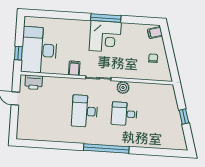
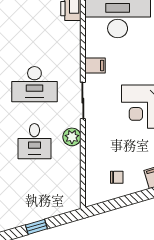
desk: (85, 111) -> (34, 84), turned 180
desk: (124, 114) -> (34, 141), turned 180

